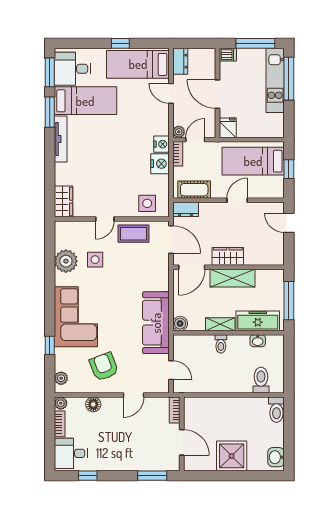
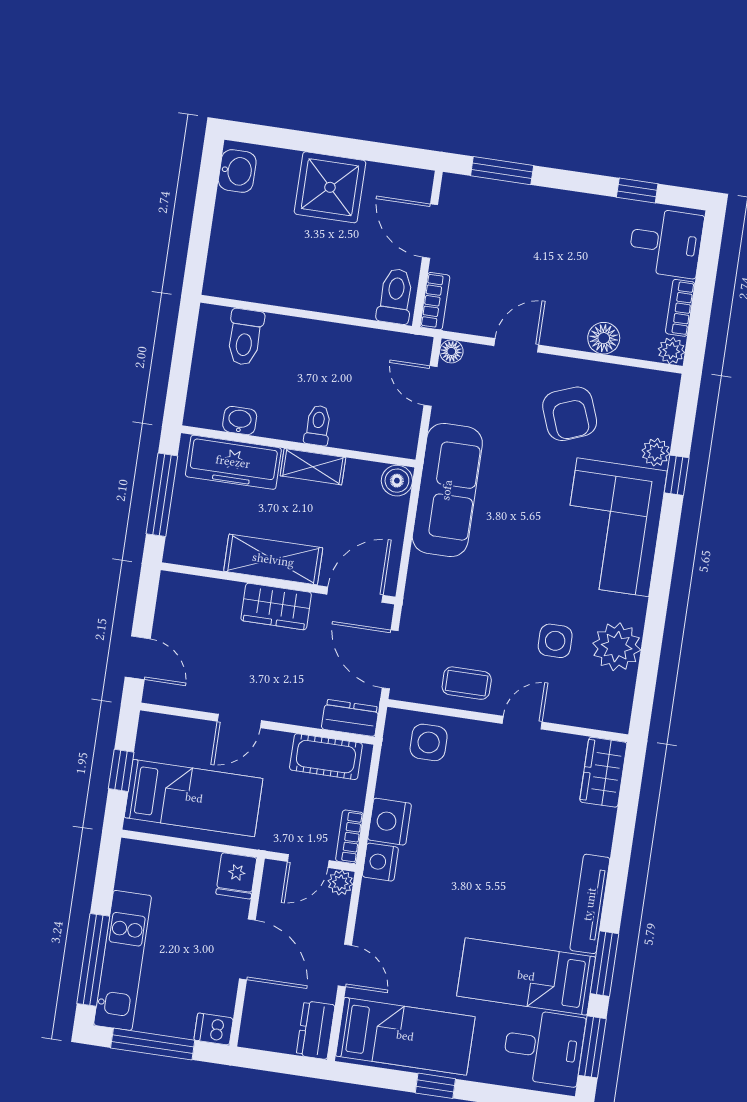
coffee table: (134, 234) -> (467, 683), width x0.73, depth x0.77
plant: (61, 378) -> (656, 452), moved
floor lamp: (164, 388) -> (451, 351), added
toilet: (276, 410) -> (395, 296), moved

